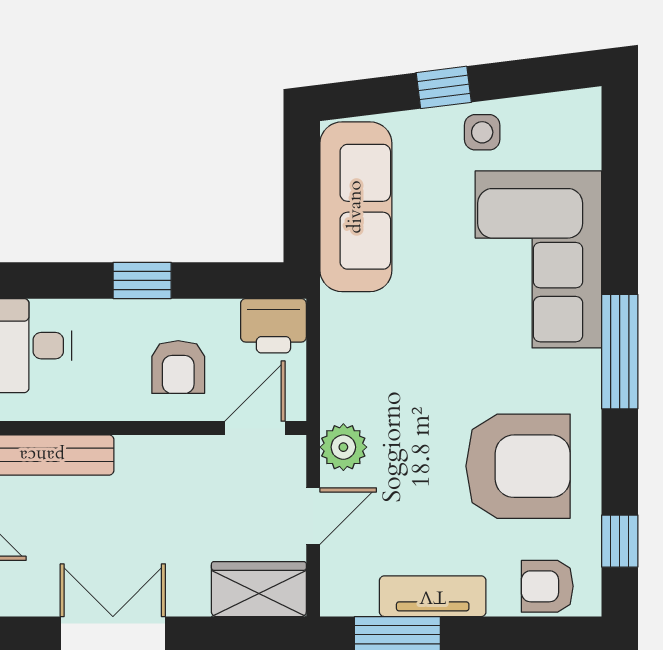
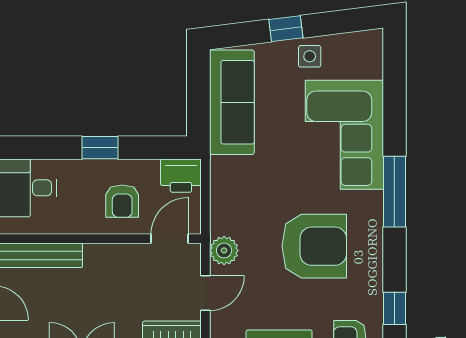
armchair: (518, 466) -> (314, 246), moved

